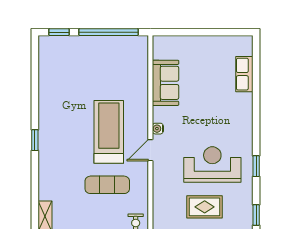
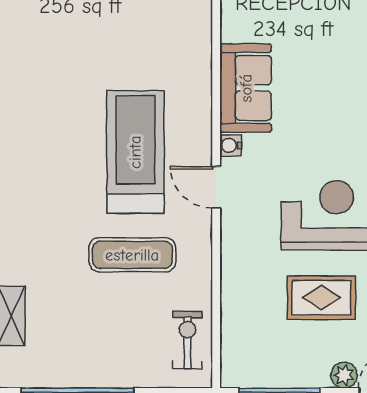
sofa: (166, 83) -> (246, 88), moved
door: (150, 150) -> (216, 187), hinge flipped

